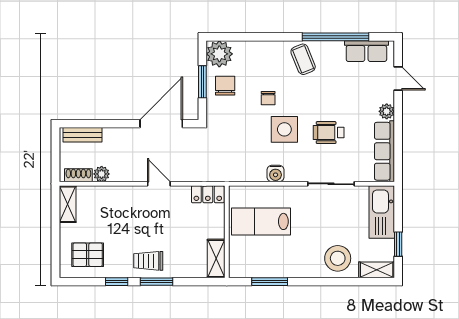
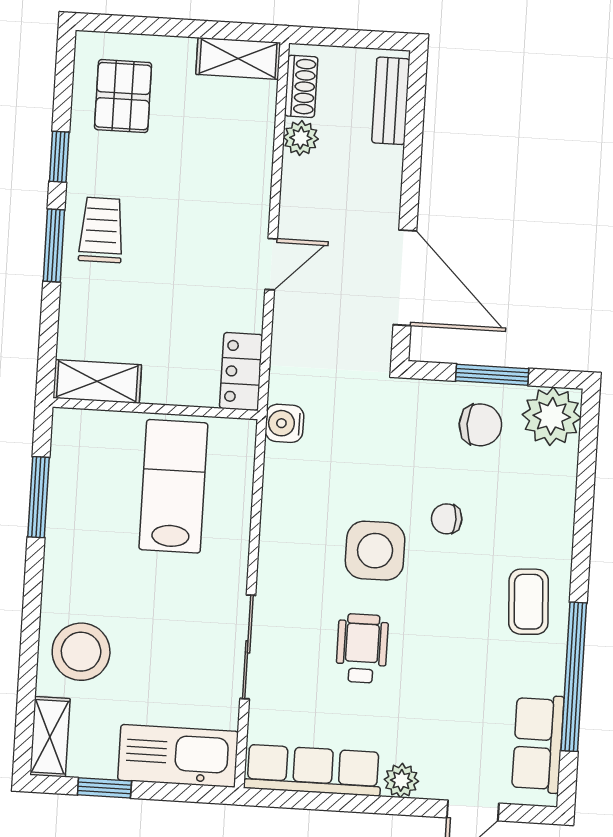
coffee table: (303, 59) -> (529, 602), turned -71
water cooler: (276, 173) -> (284, 423), moved

